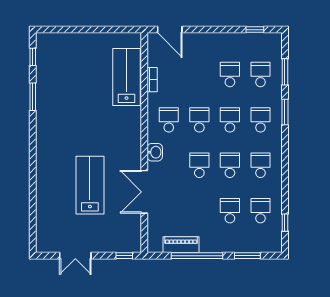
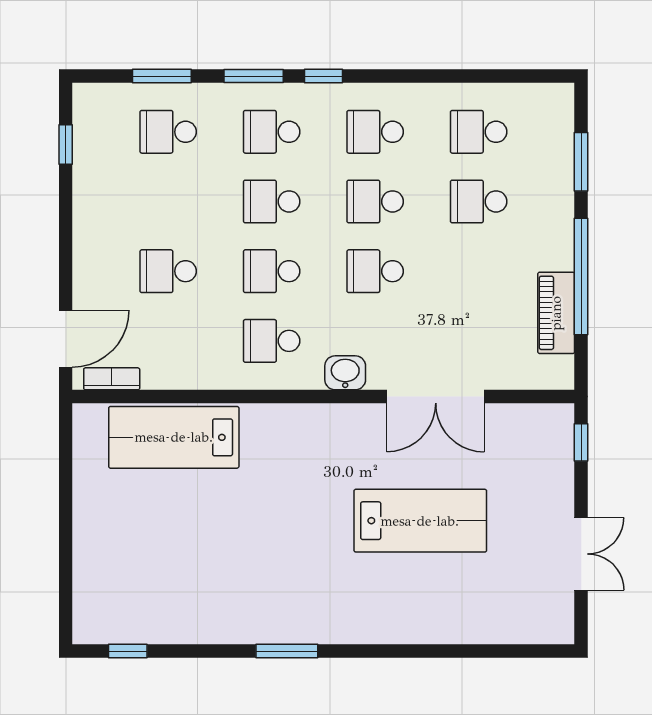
school desk: (230, 75) -> (168, 271), moved
bookcase: (152, 80) -> (112, 379), moved
window: (33, 97) -> (287, 651), moved
lab bench: (90, 185) -> (420, 521), turned 180
window: (285, 223) -> (324, 76), moved

